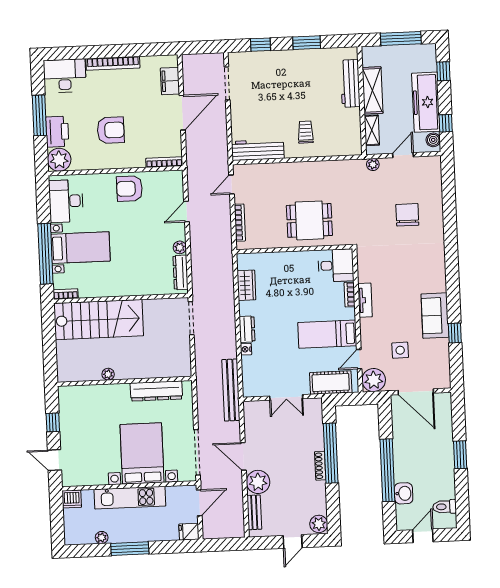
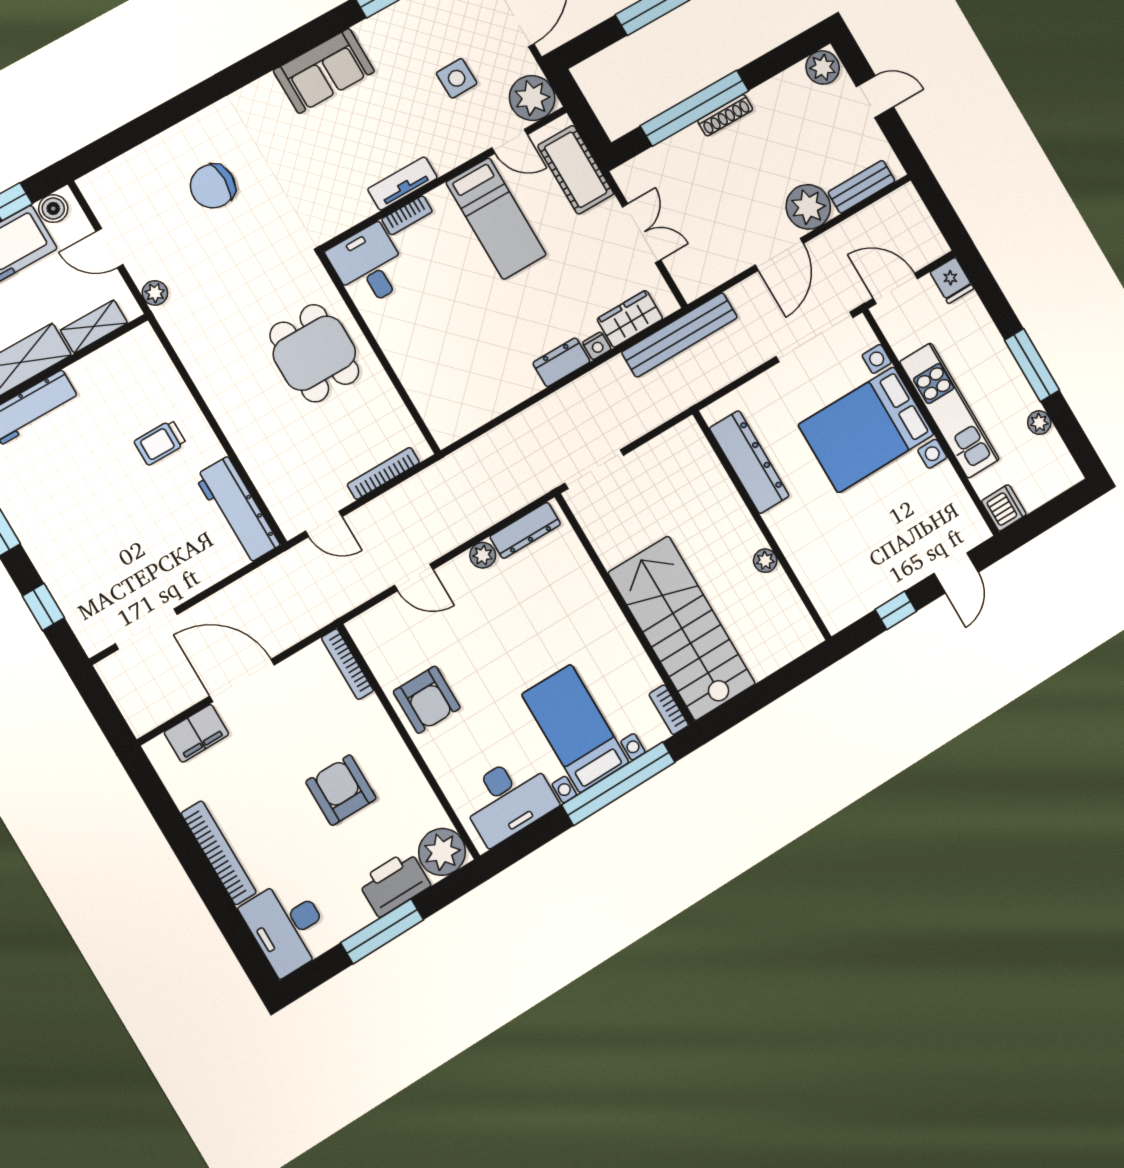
wardrobe: (246, 285) -> (630, 319), moved
sofa: (435, 316) -> (324, 71), moved

